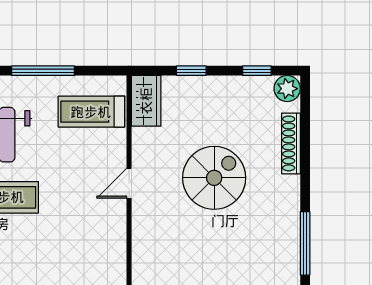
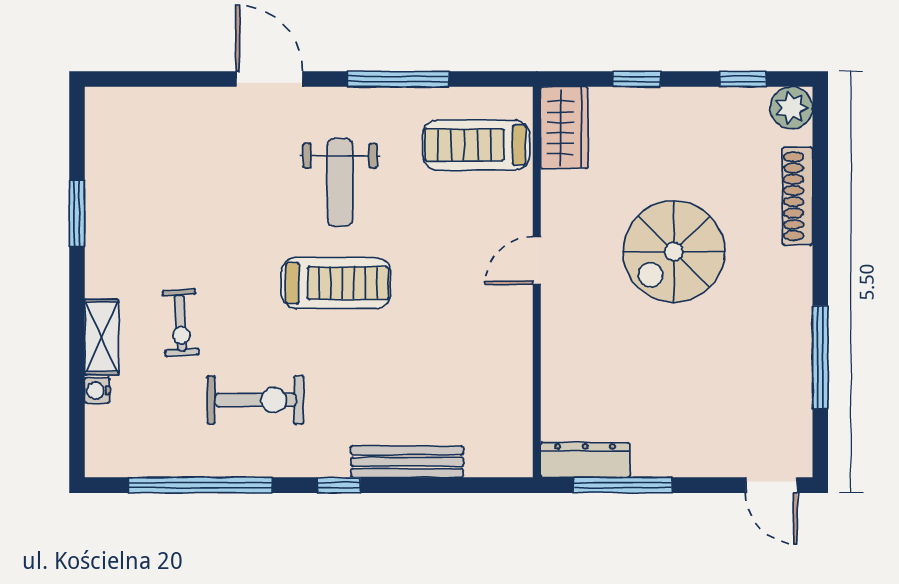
spiral stairs: (214, 178) -> (674, 252), turned 180

